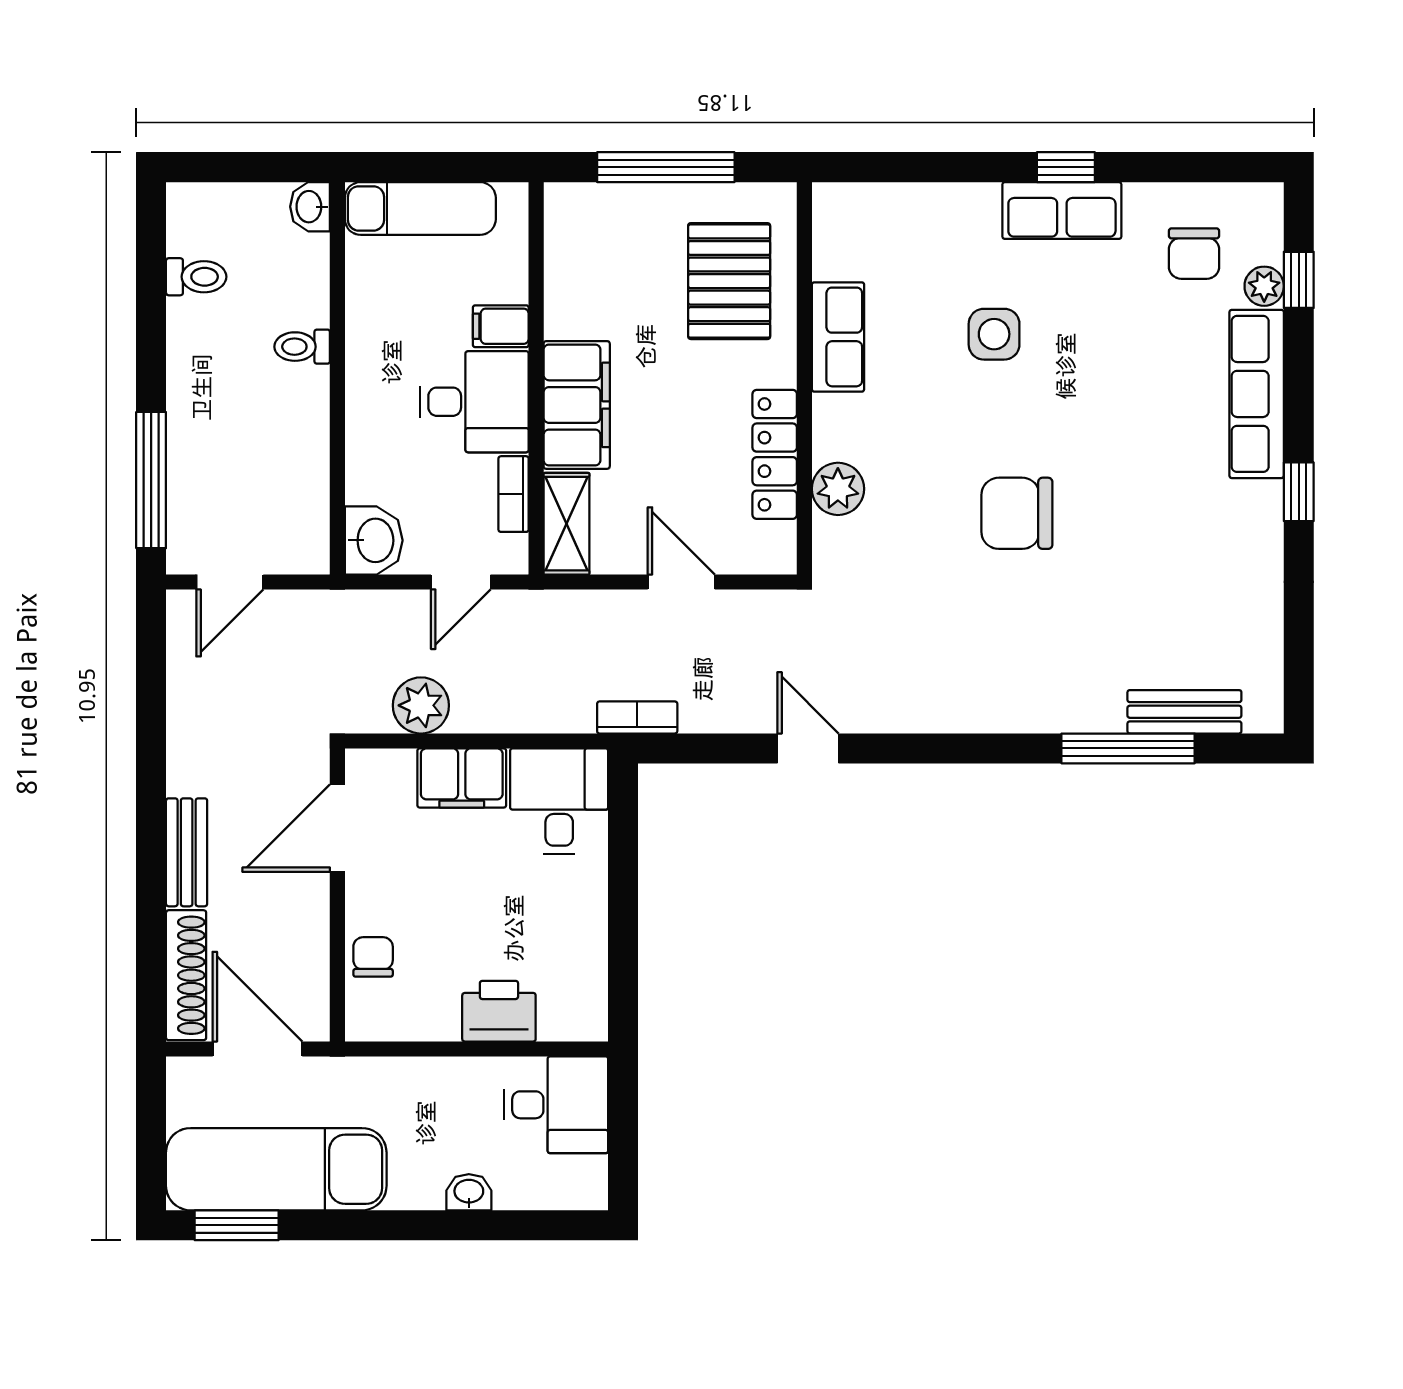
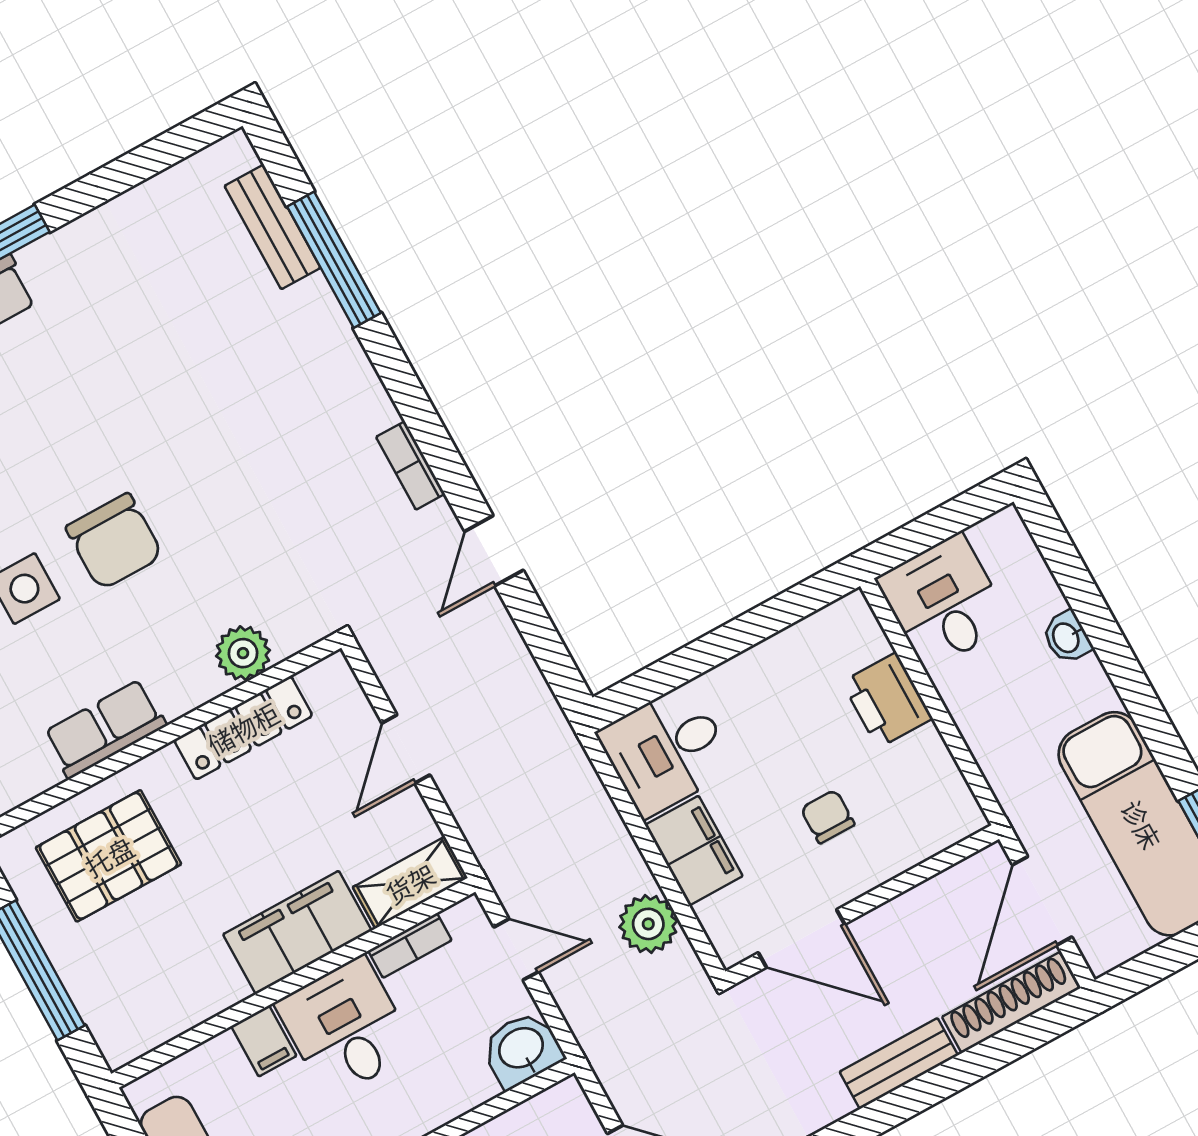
chair: (1017, 513) -> (114, 542), moved
bookcase: (637, 717) -> (410, 465), moved
chair: (373, 957) -> (828, 817), moved, turned 90

